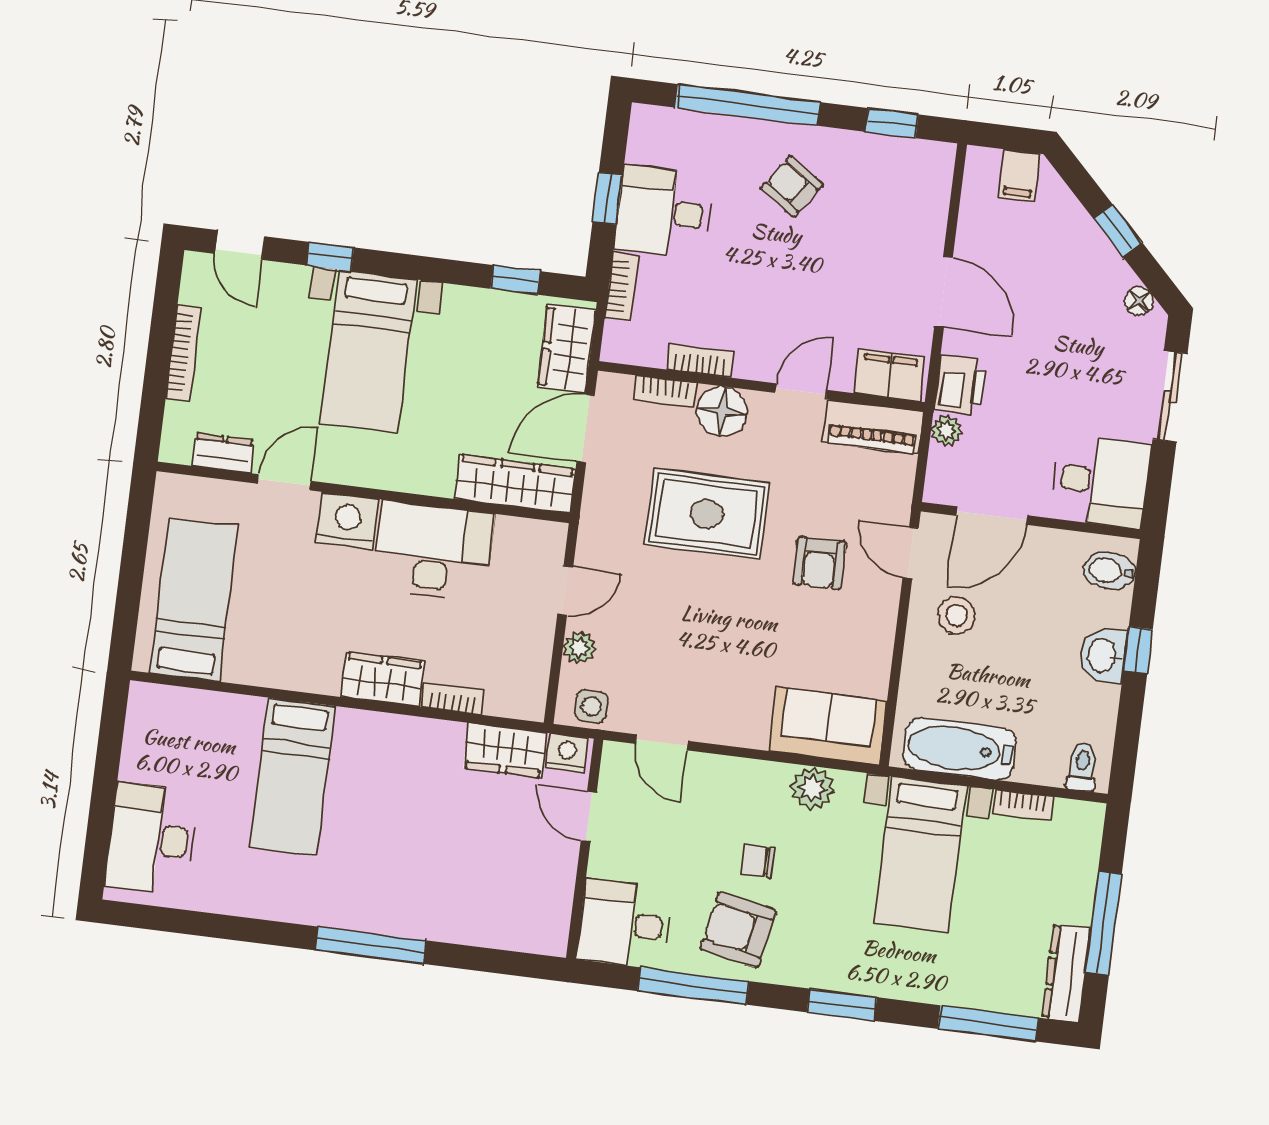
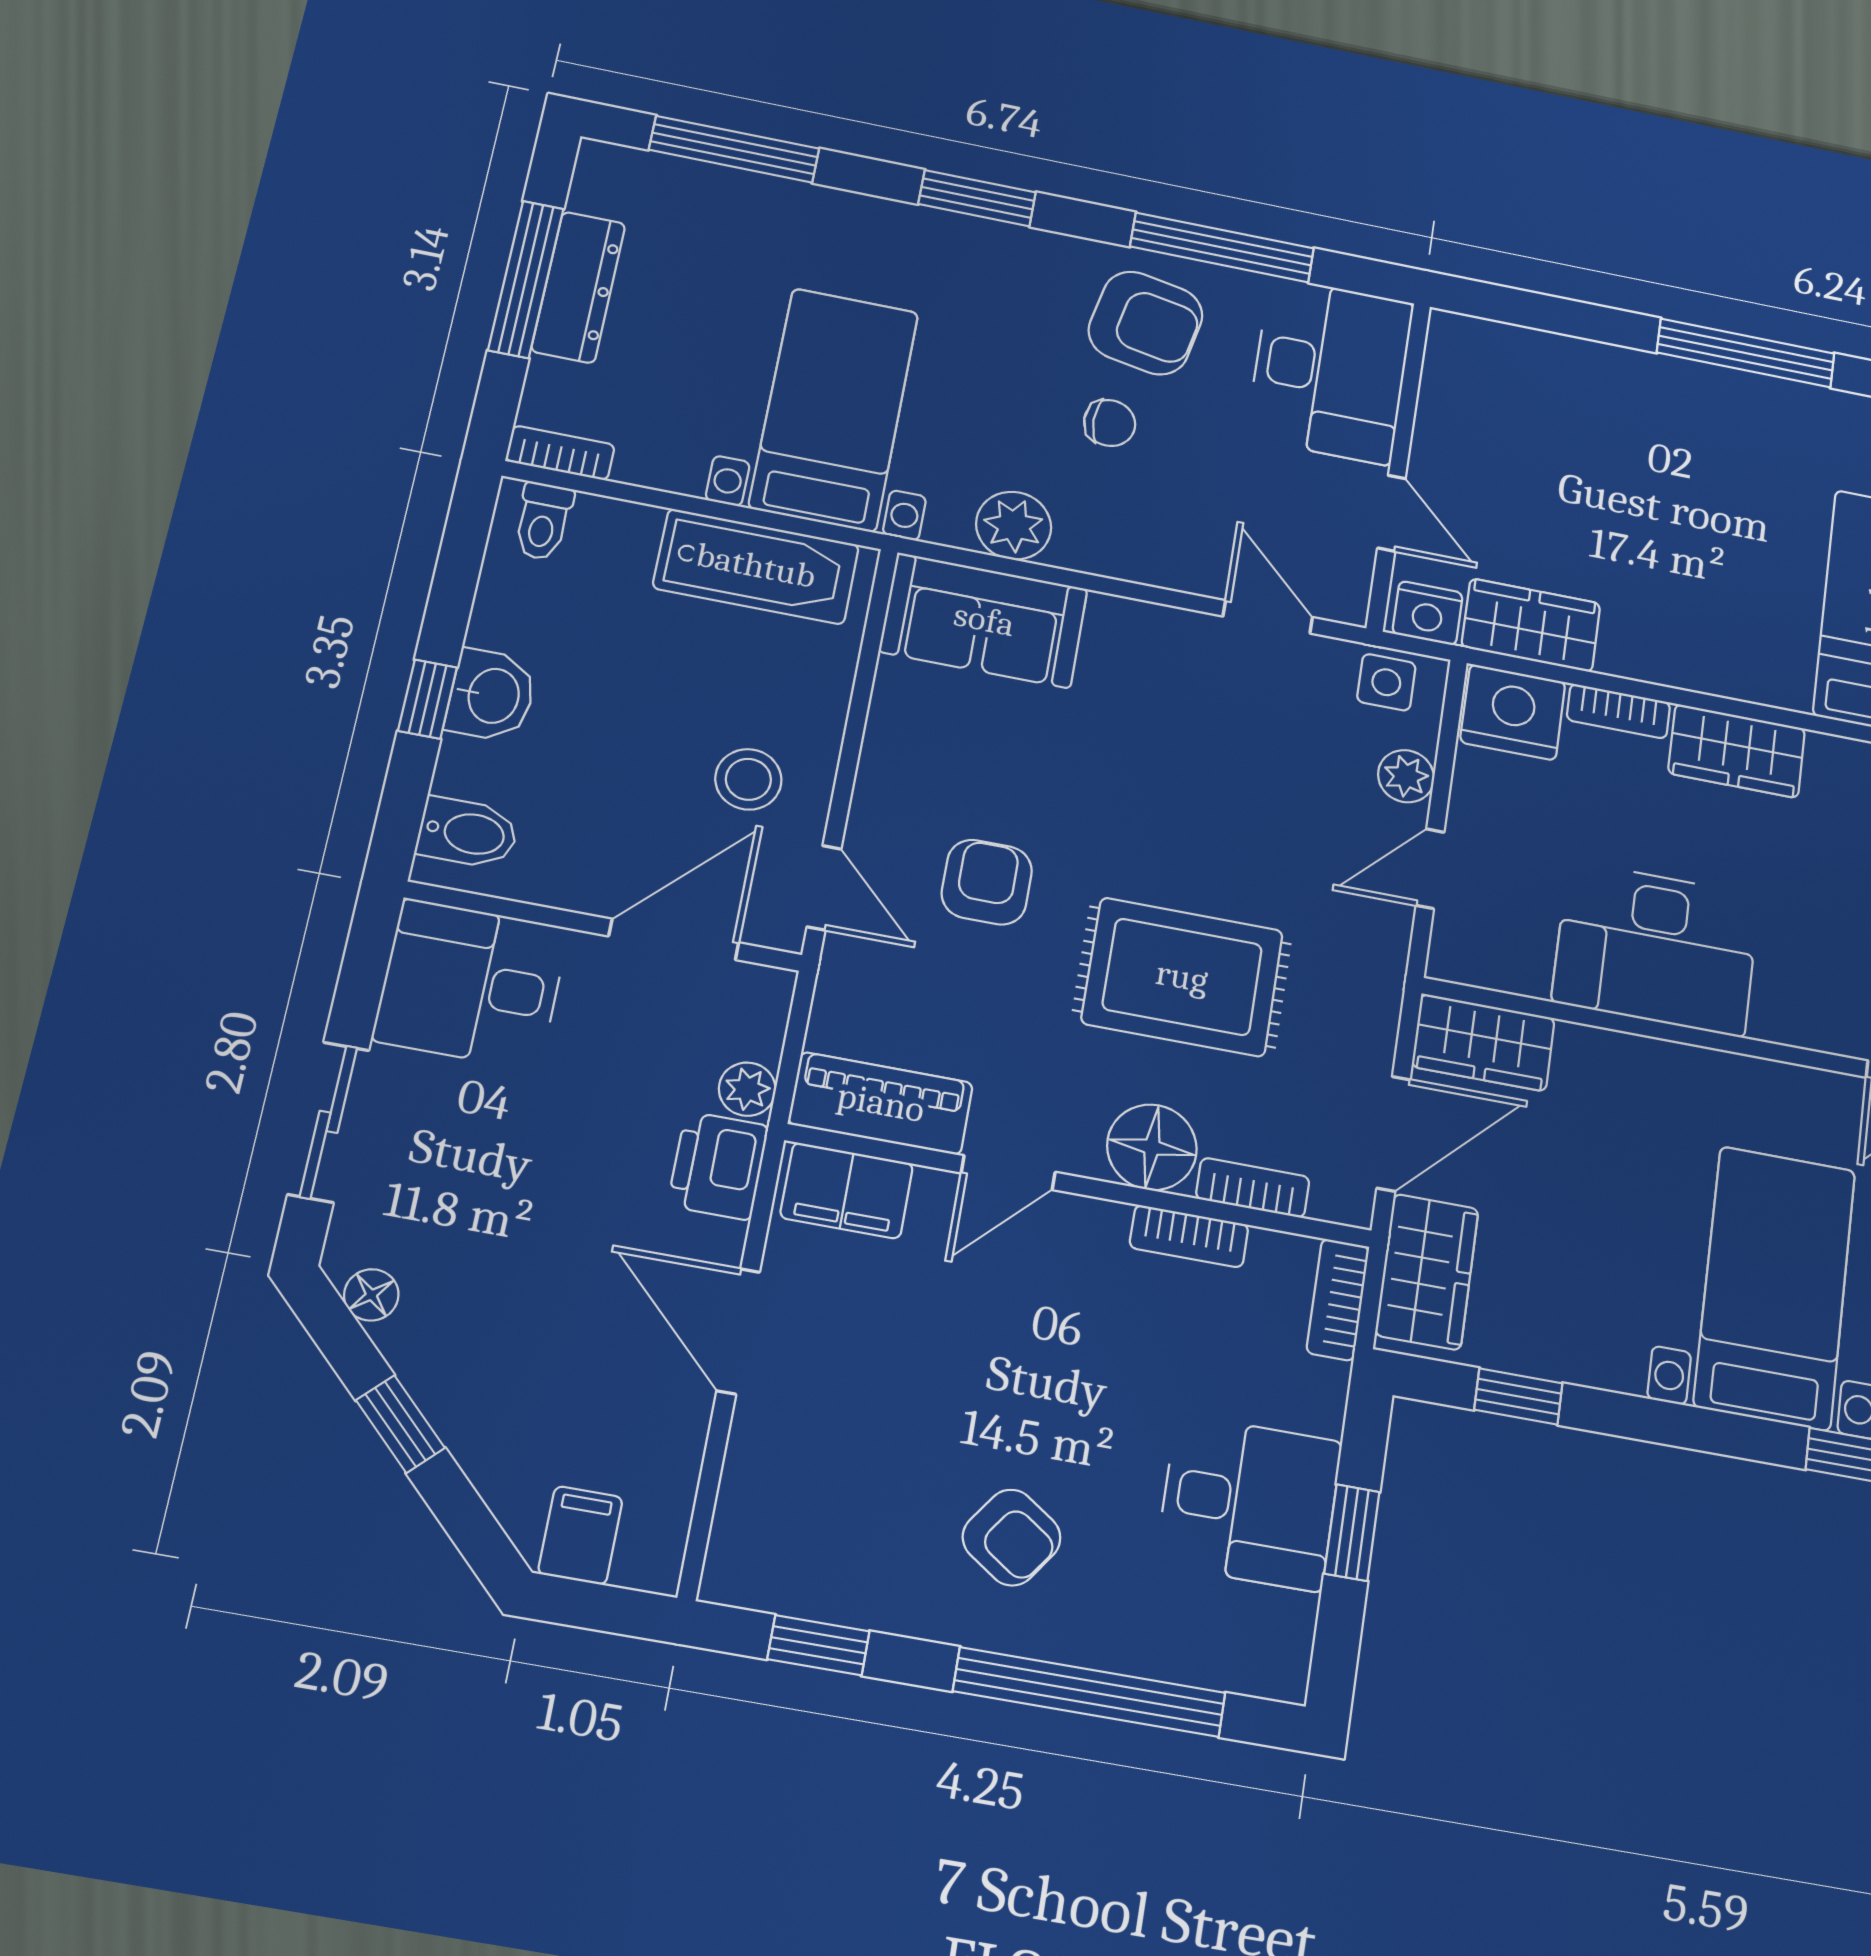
bookcase: (622, 287) -> (1338, 1300), moved
wardrobe: (515, 484) -> (1483, 1042), width x0.67
nightstand: (347, 521) -> (1513, 712), moved, turned 180
bookcase: (1023, 805) -> (560, 453), moved
desk: (625, 924) -> (1330, 370), width x1.37
dresser: (1066, 973) -> (578, 287), moved

